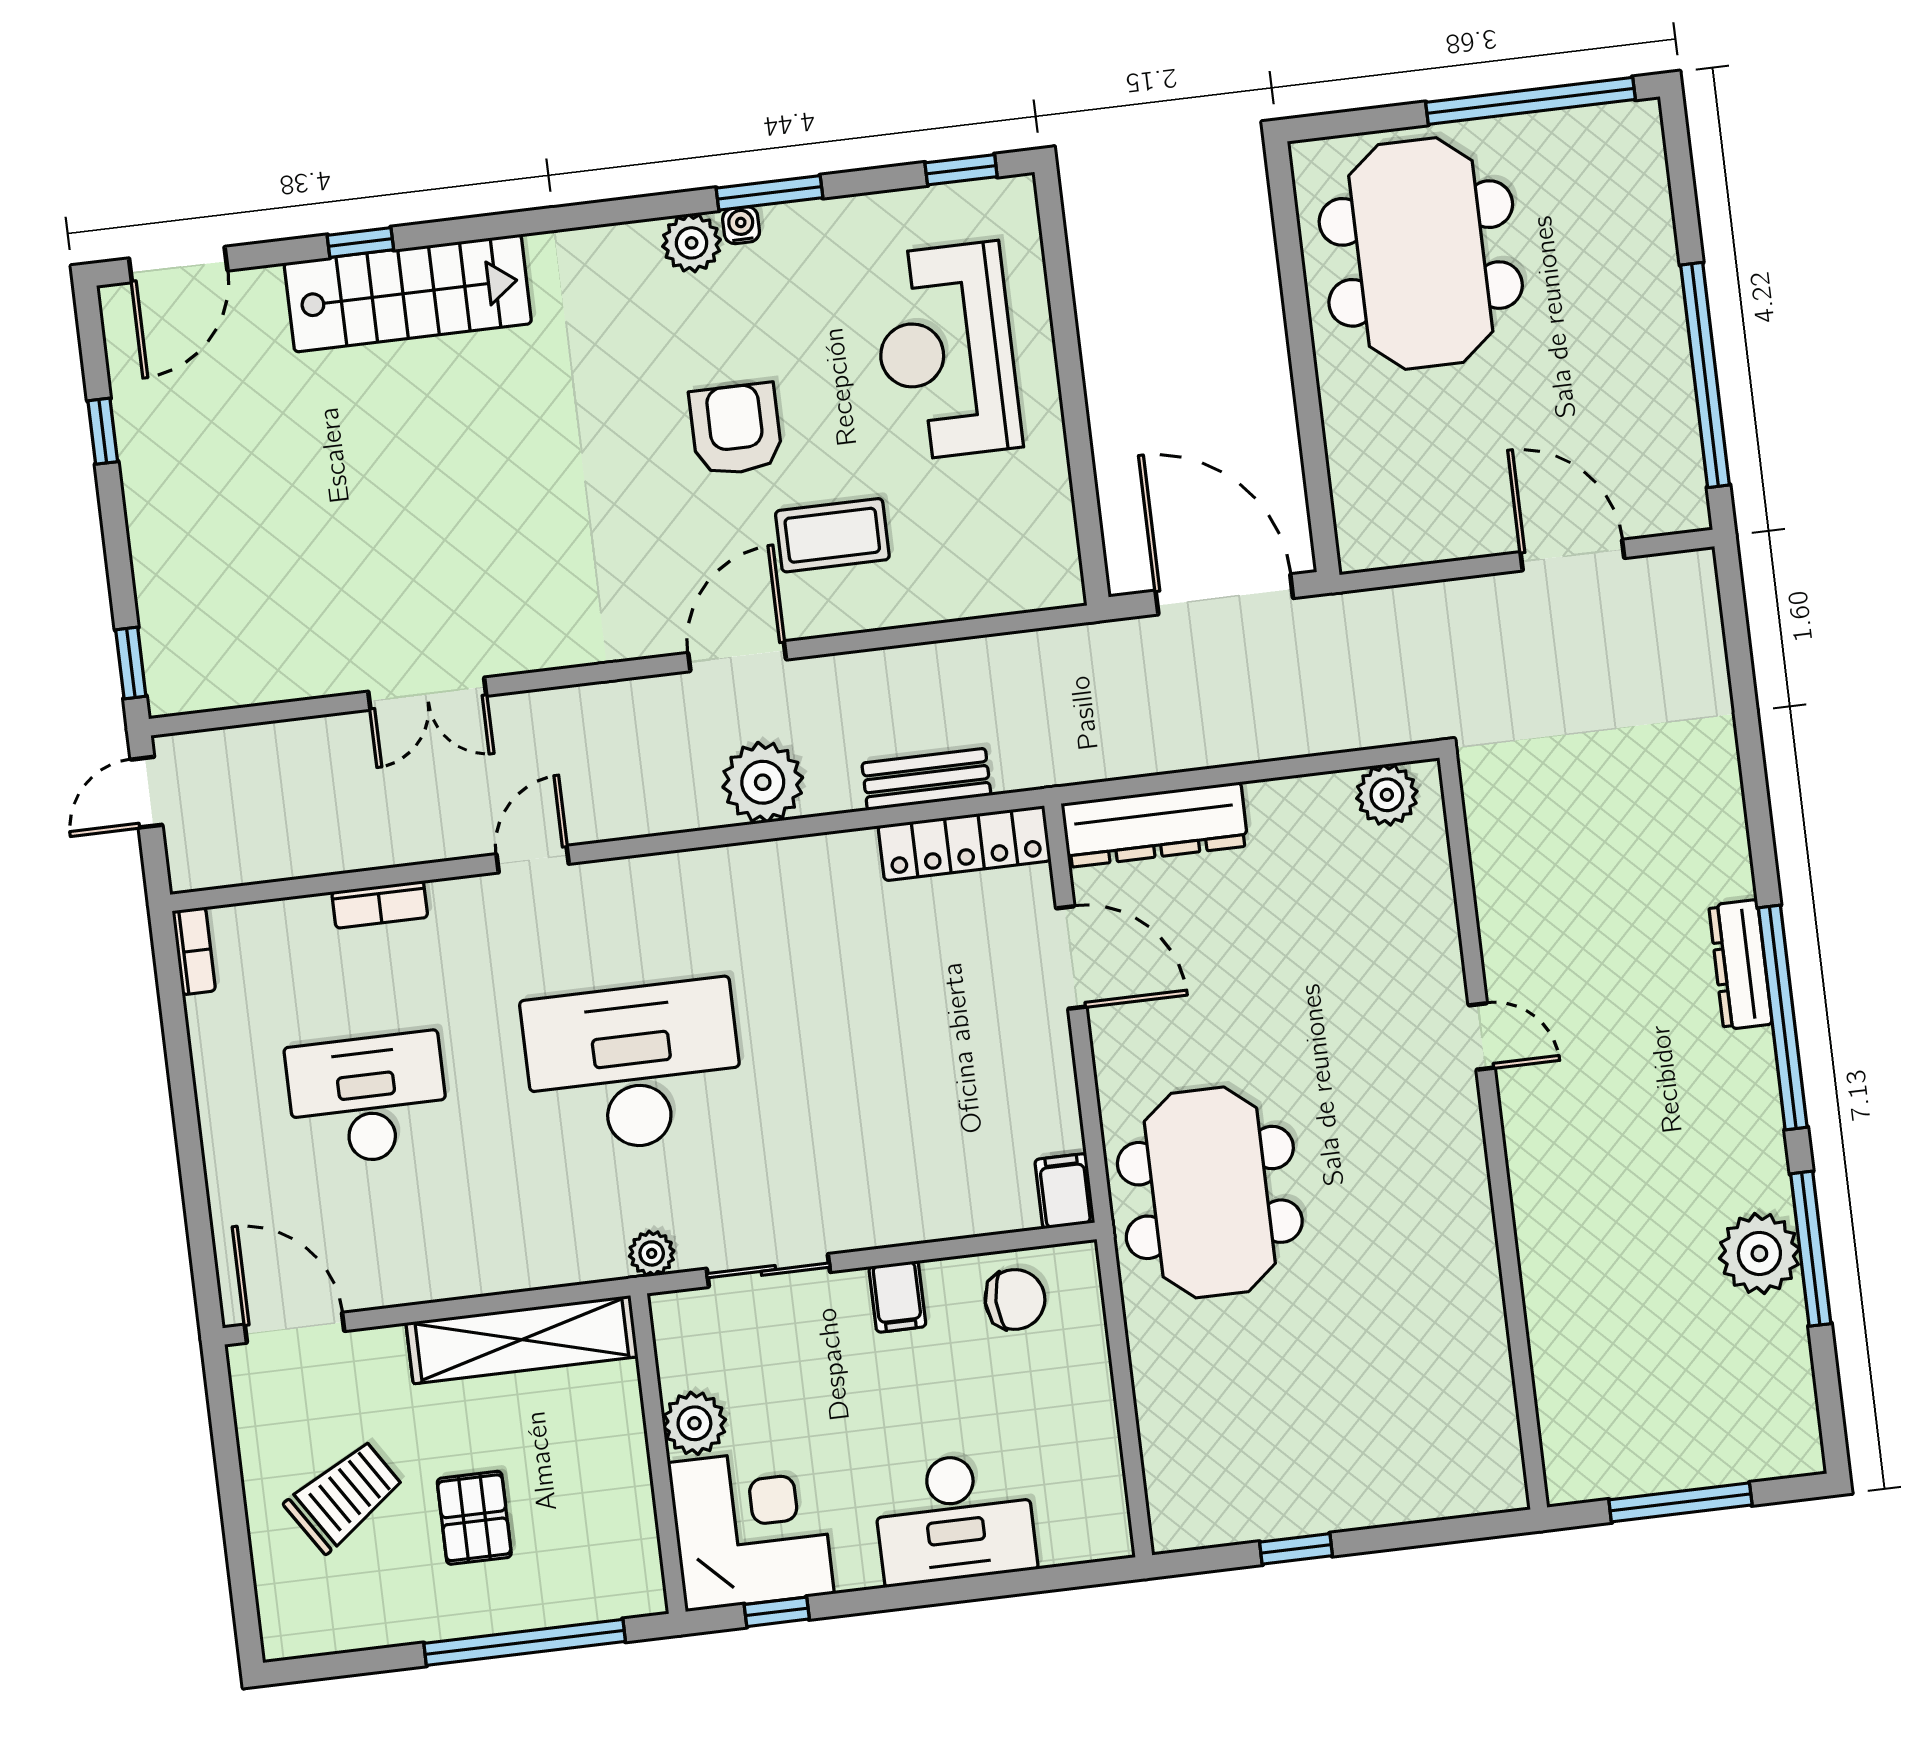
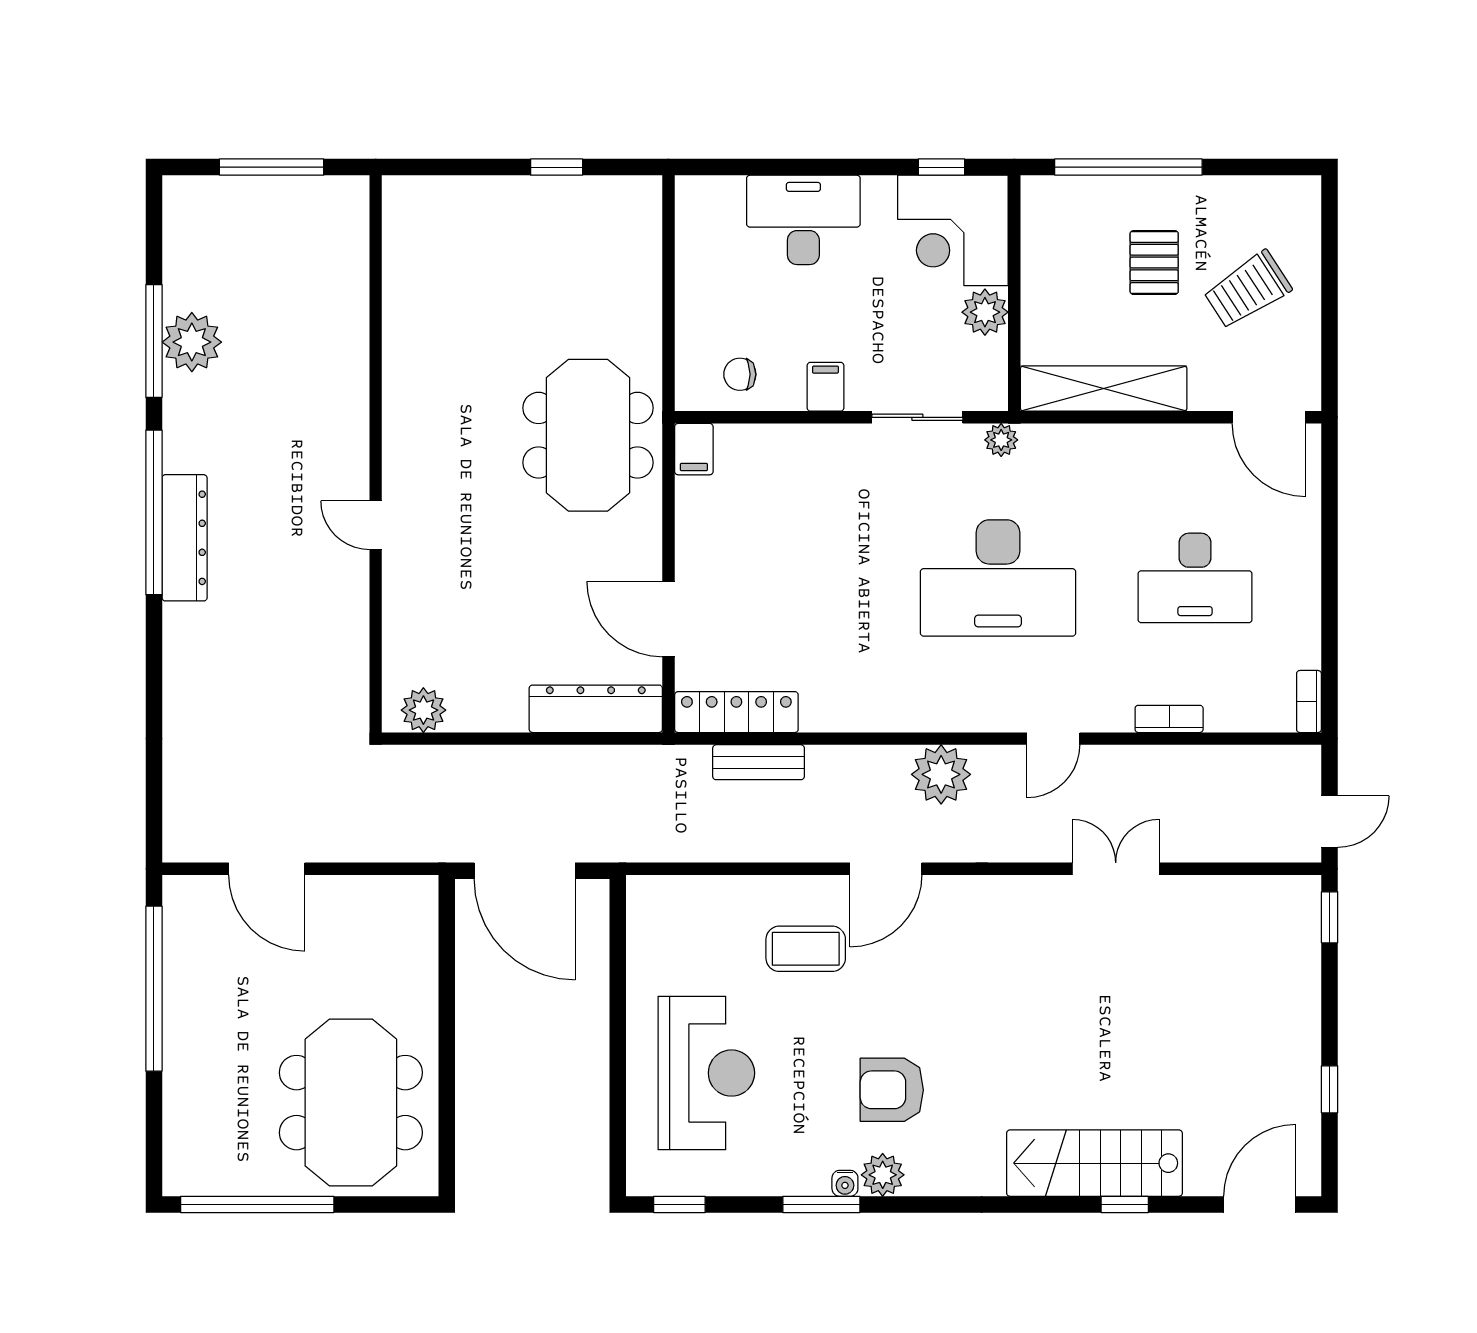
armchair: (736, 429) -> (892, 1090), moved, turned 90
plant: (763, 782) -> (941, 774), moved
dresser: (1740, 965) -> (185, 538), width x1.37, depth x1.24
chair: (1015, 1299) -> (740, 374), width x0.73, depth x0.73

